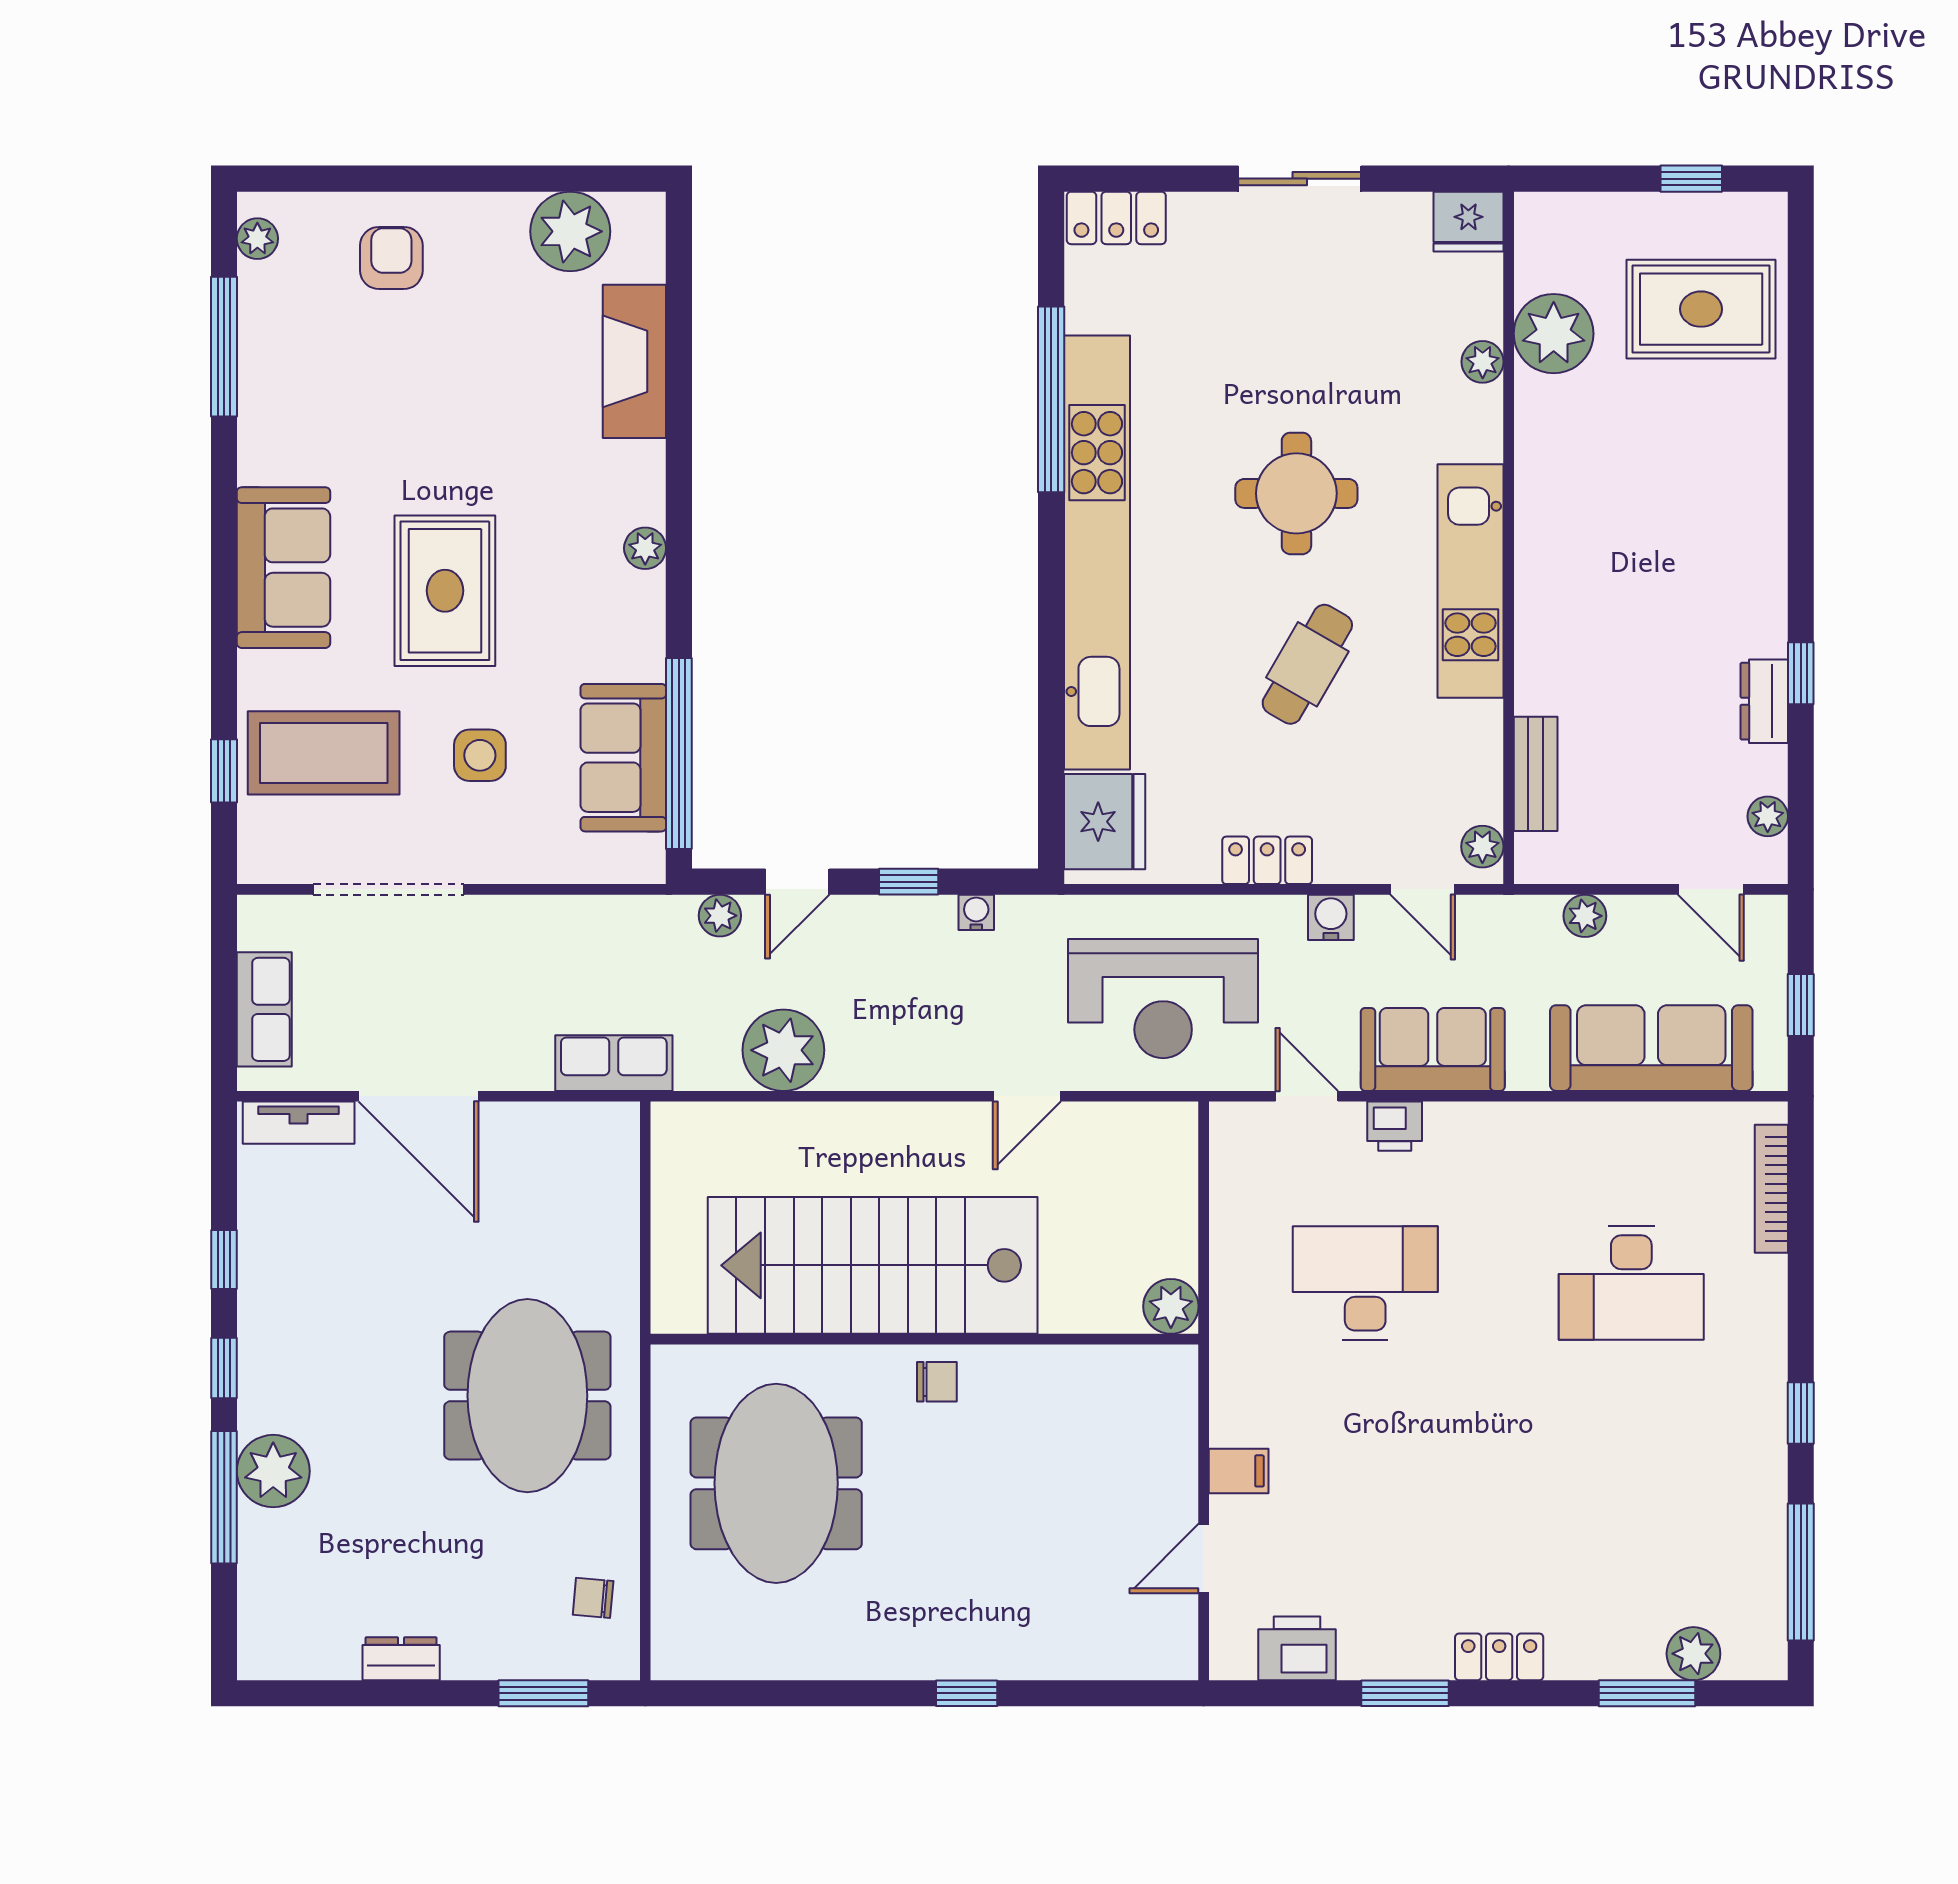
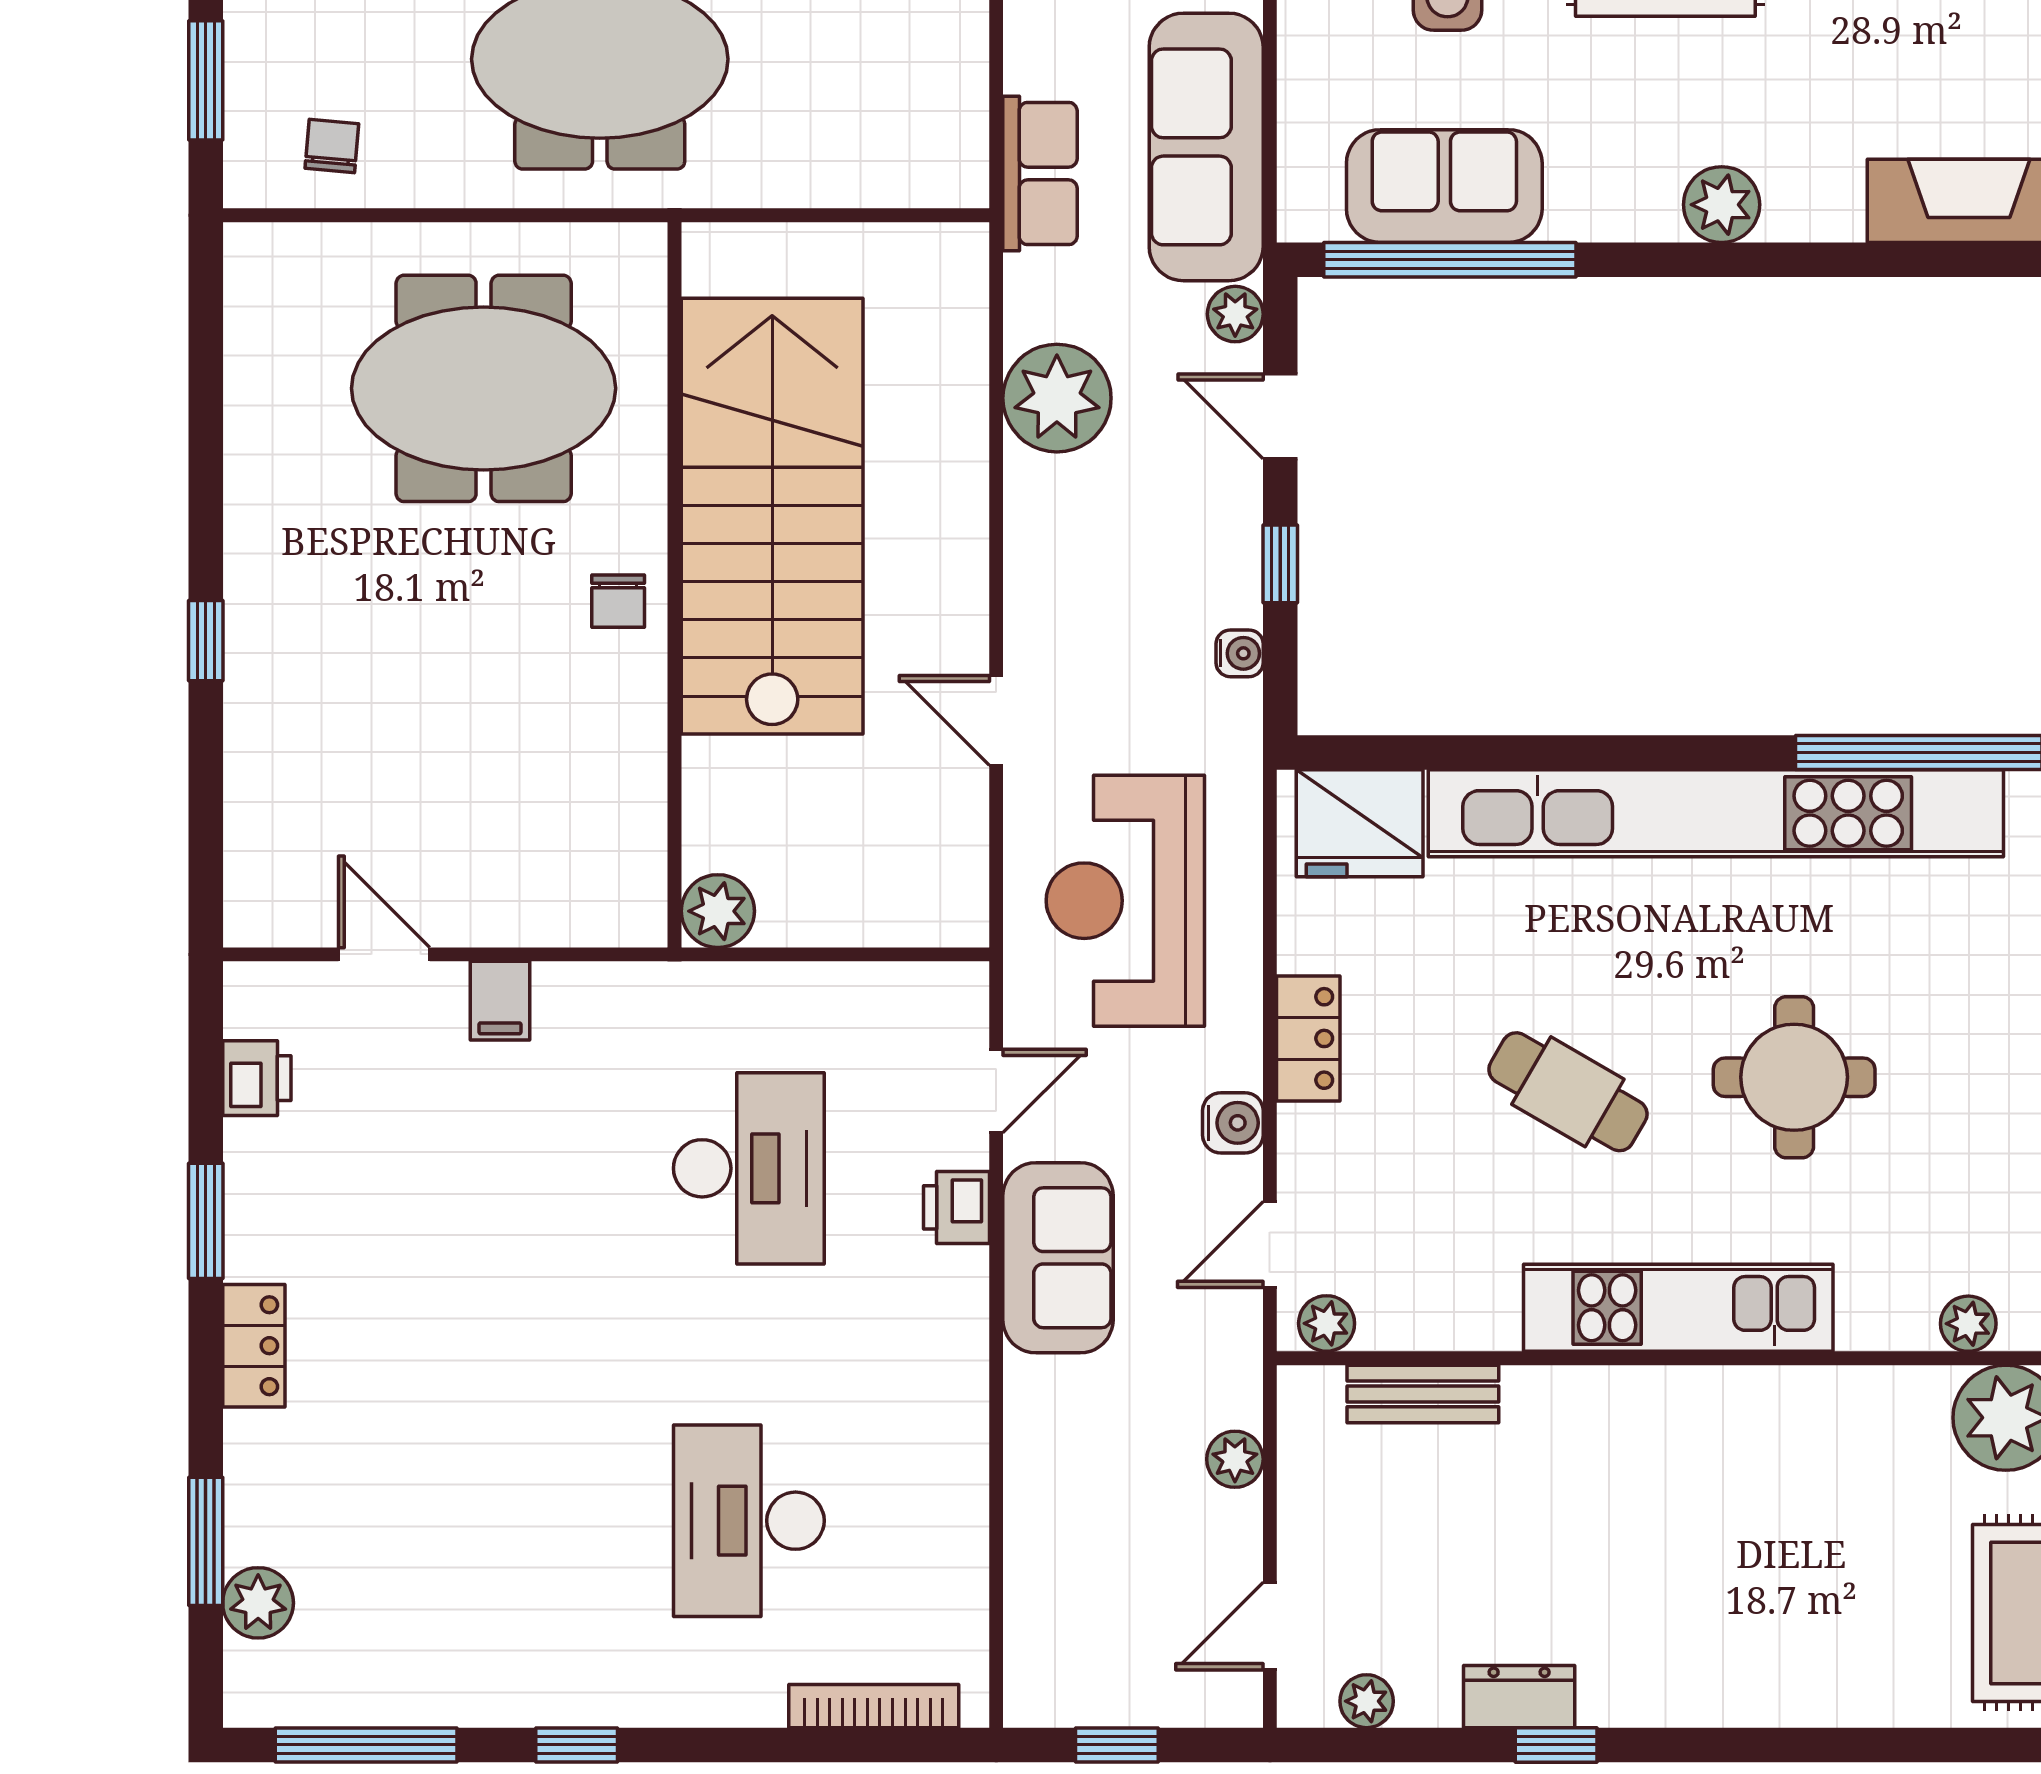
plant: (645, 548) -> (1722, 205), width x1.38, depth x1.38
sofa: (1651, 1048) -> (1206, 147), moved, turned 180
printer: (1297, 1648) -> (257, 1078), width x0.73, depth x0.81

